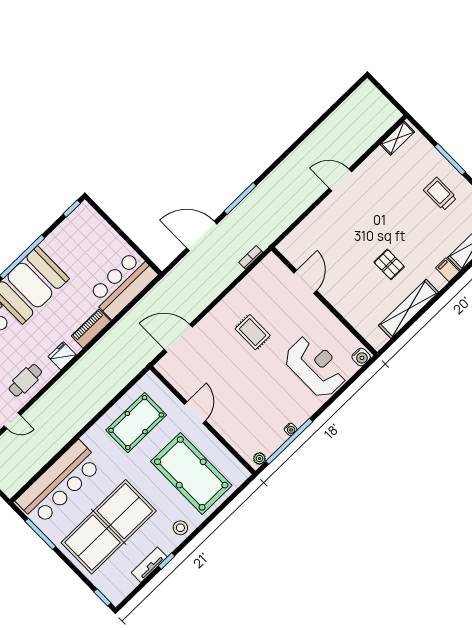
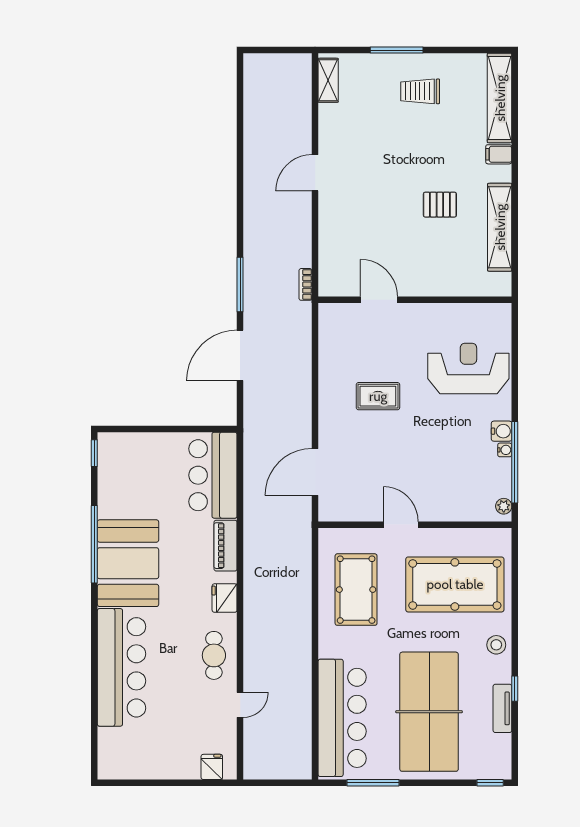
bookcase: (251, 257) -> (305, 284), moved
water cooler: (361, 357) -> (502, 431), moved

